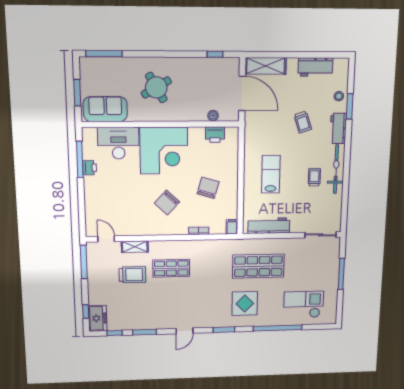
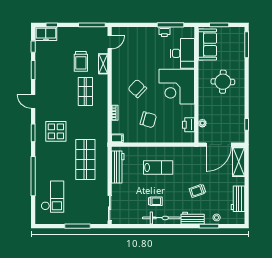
round table: (156, 87) -> (223, 82), turned 32
display table: (245, 304) -> (56, 131), moved

